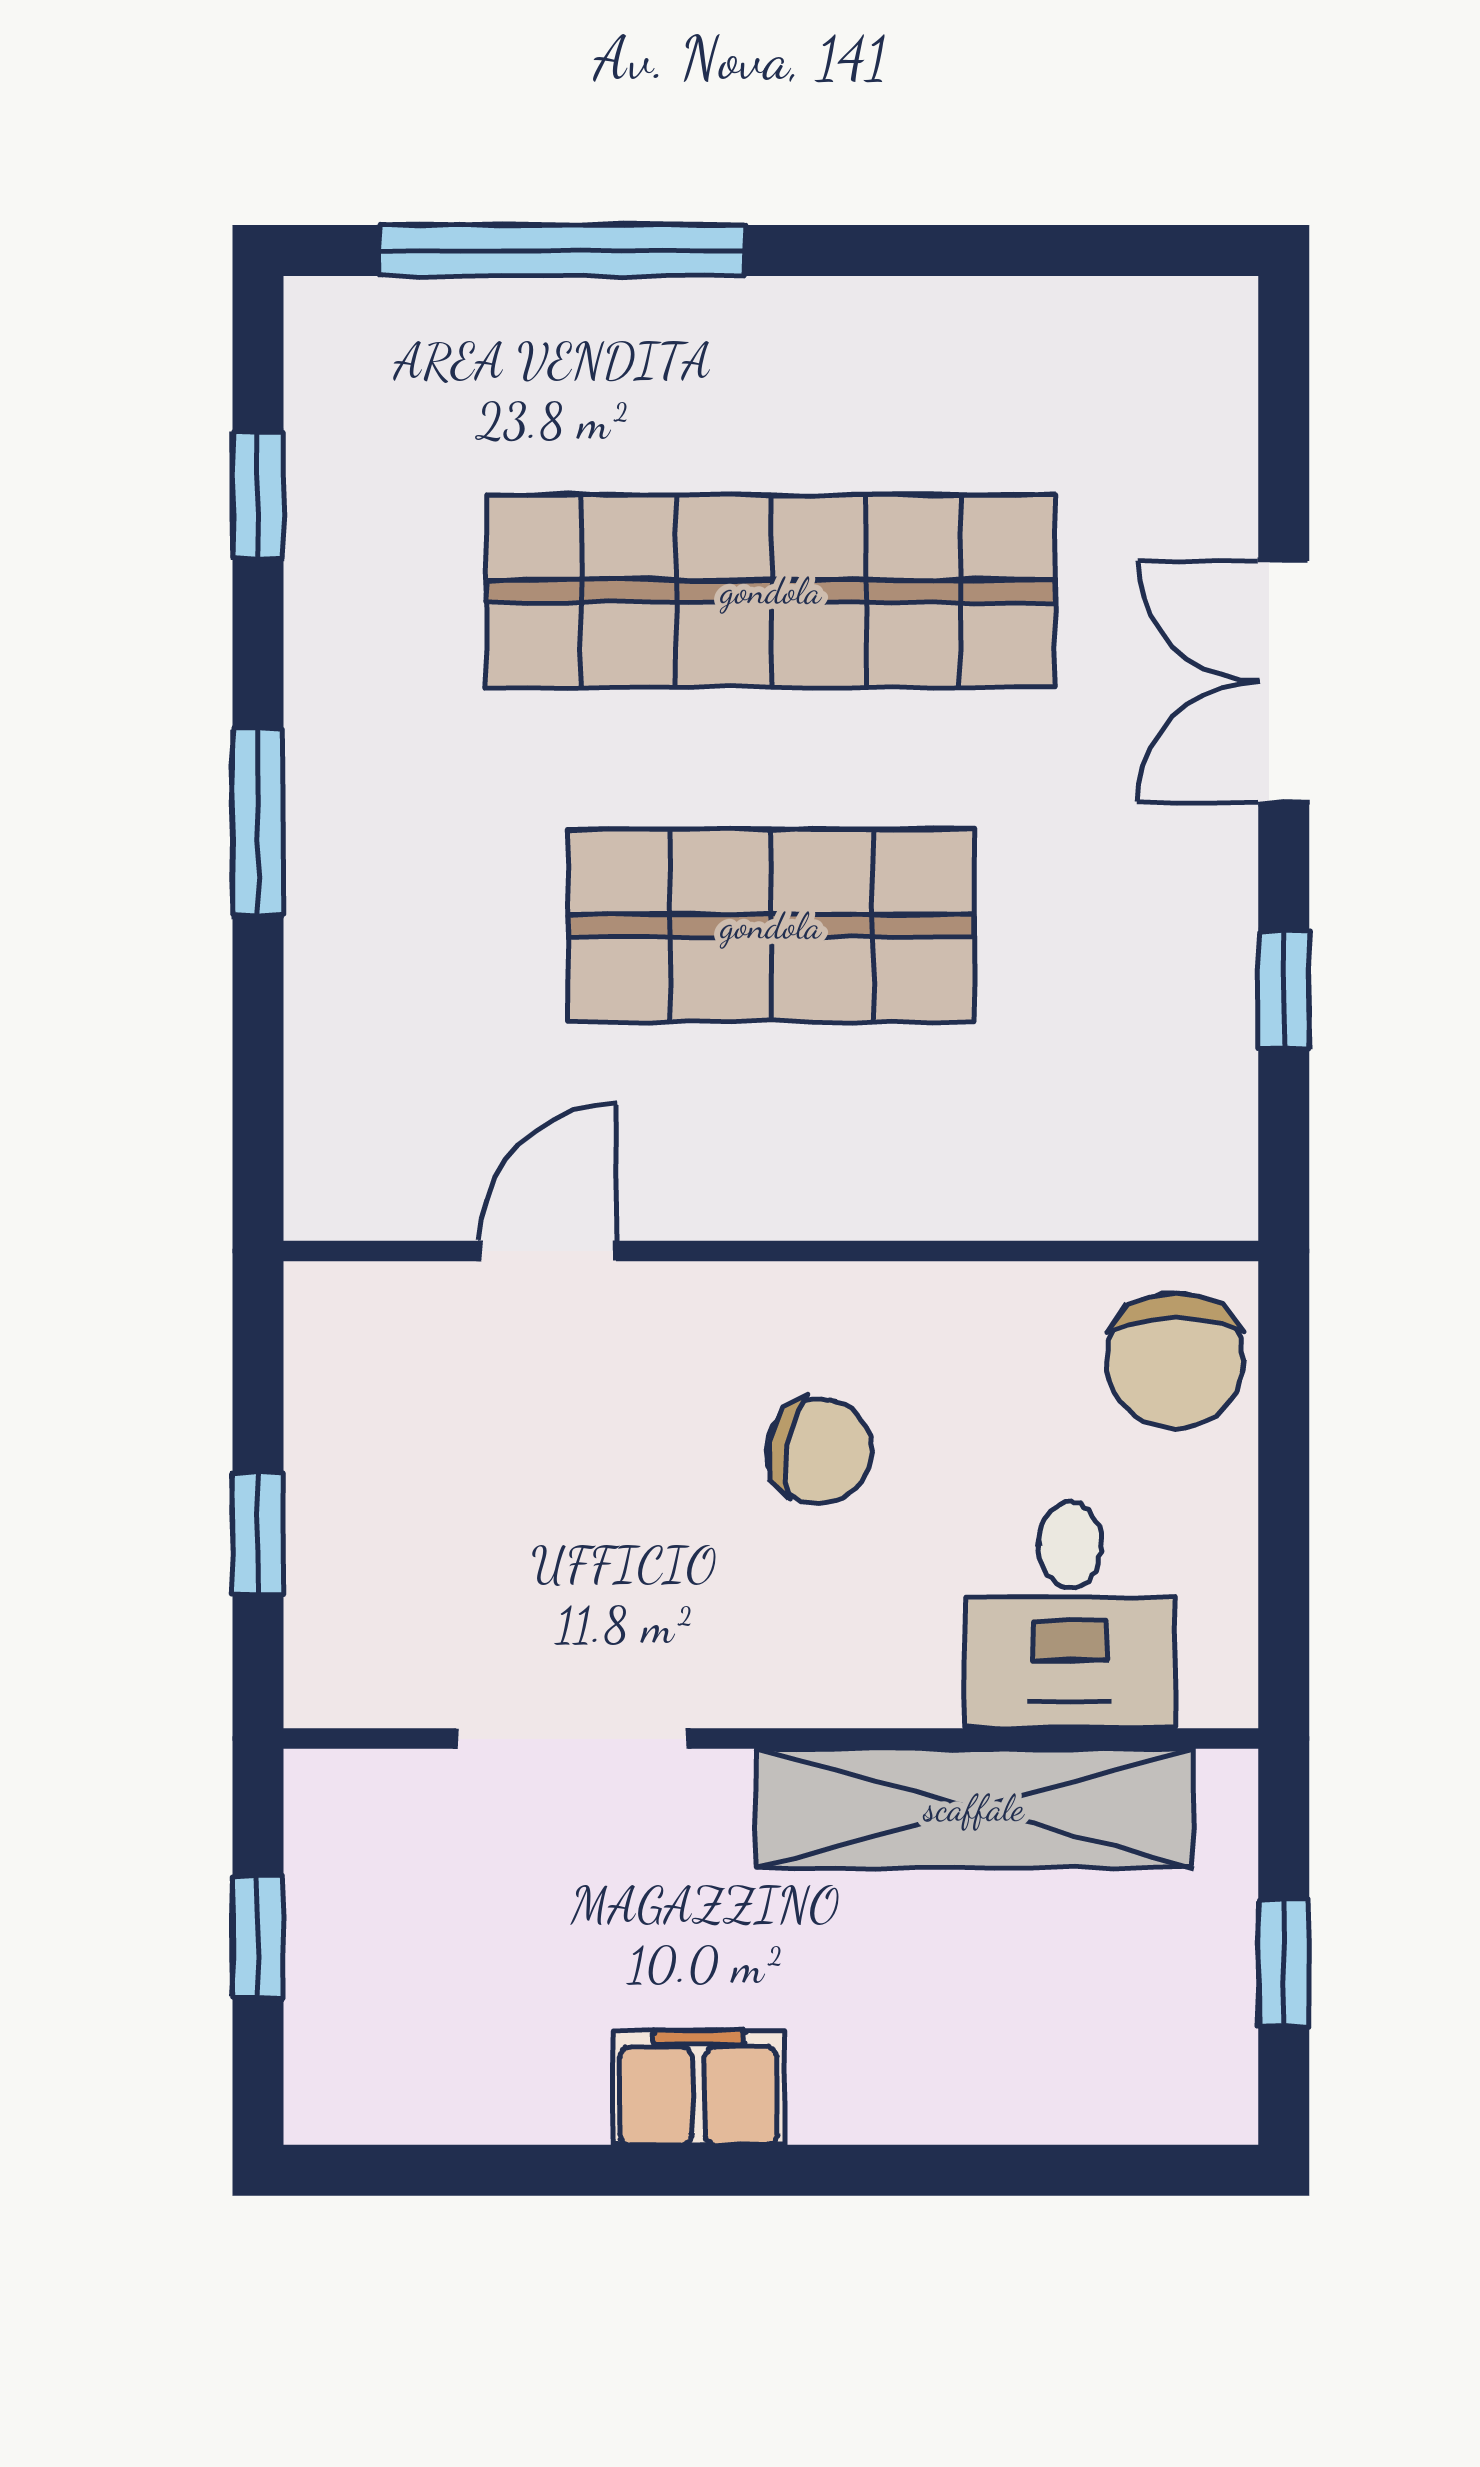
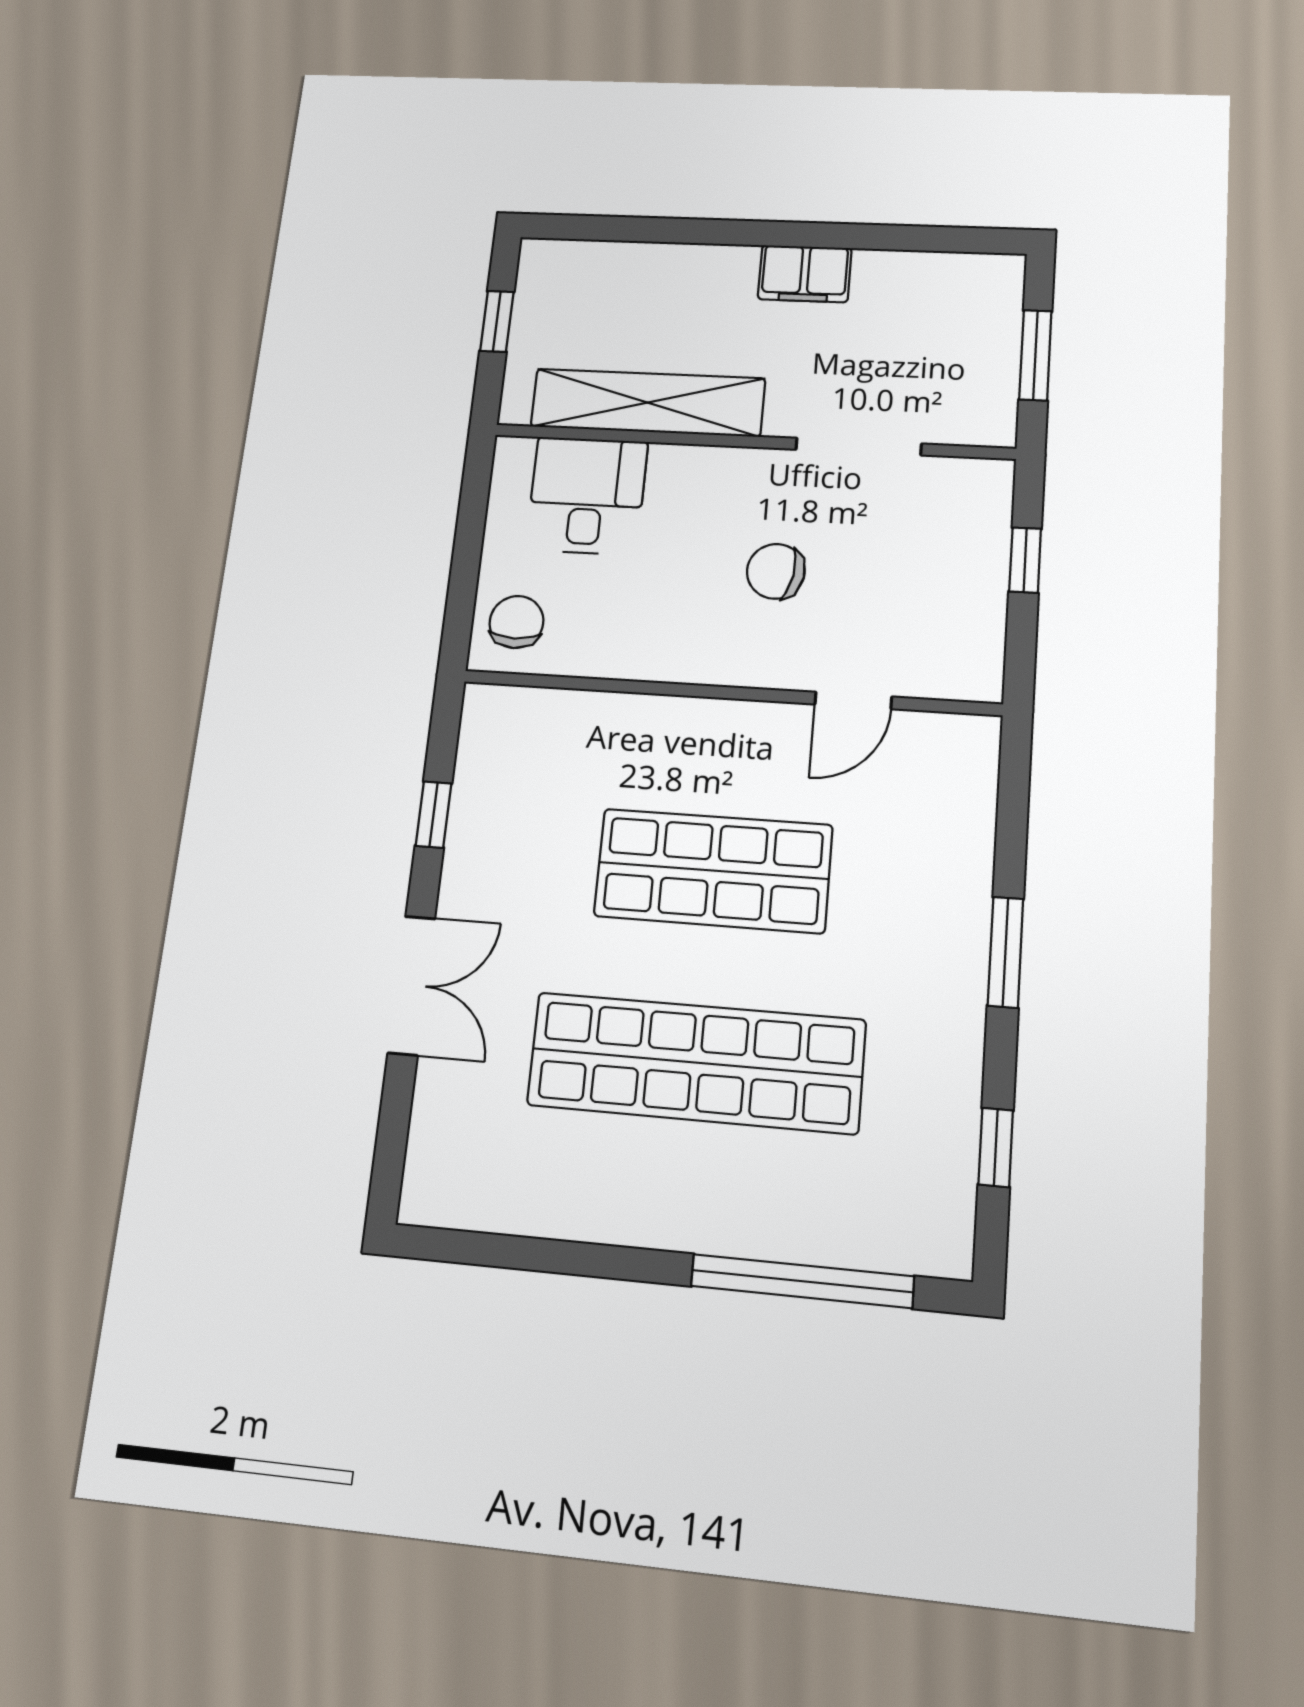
chair: (1175, 1361) -> (516, 622), width x0.73, depth x0.73
chair: (820, 1451) -> (776, 571), moved
window: (258, 1937) -> (1035, 355), width x1.50

